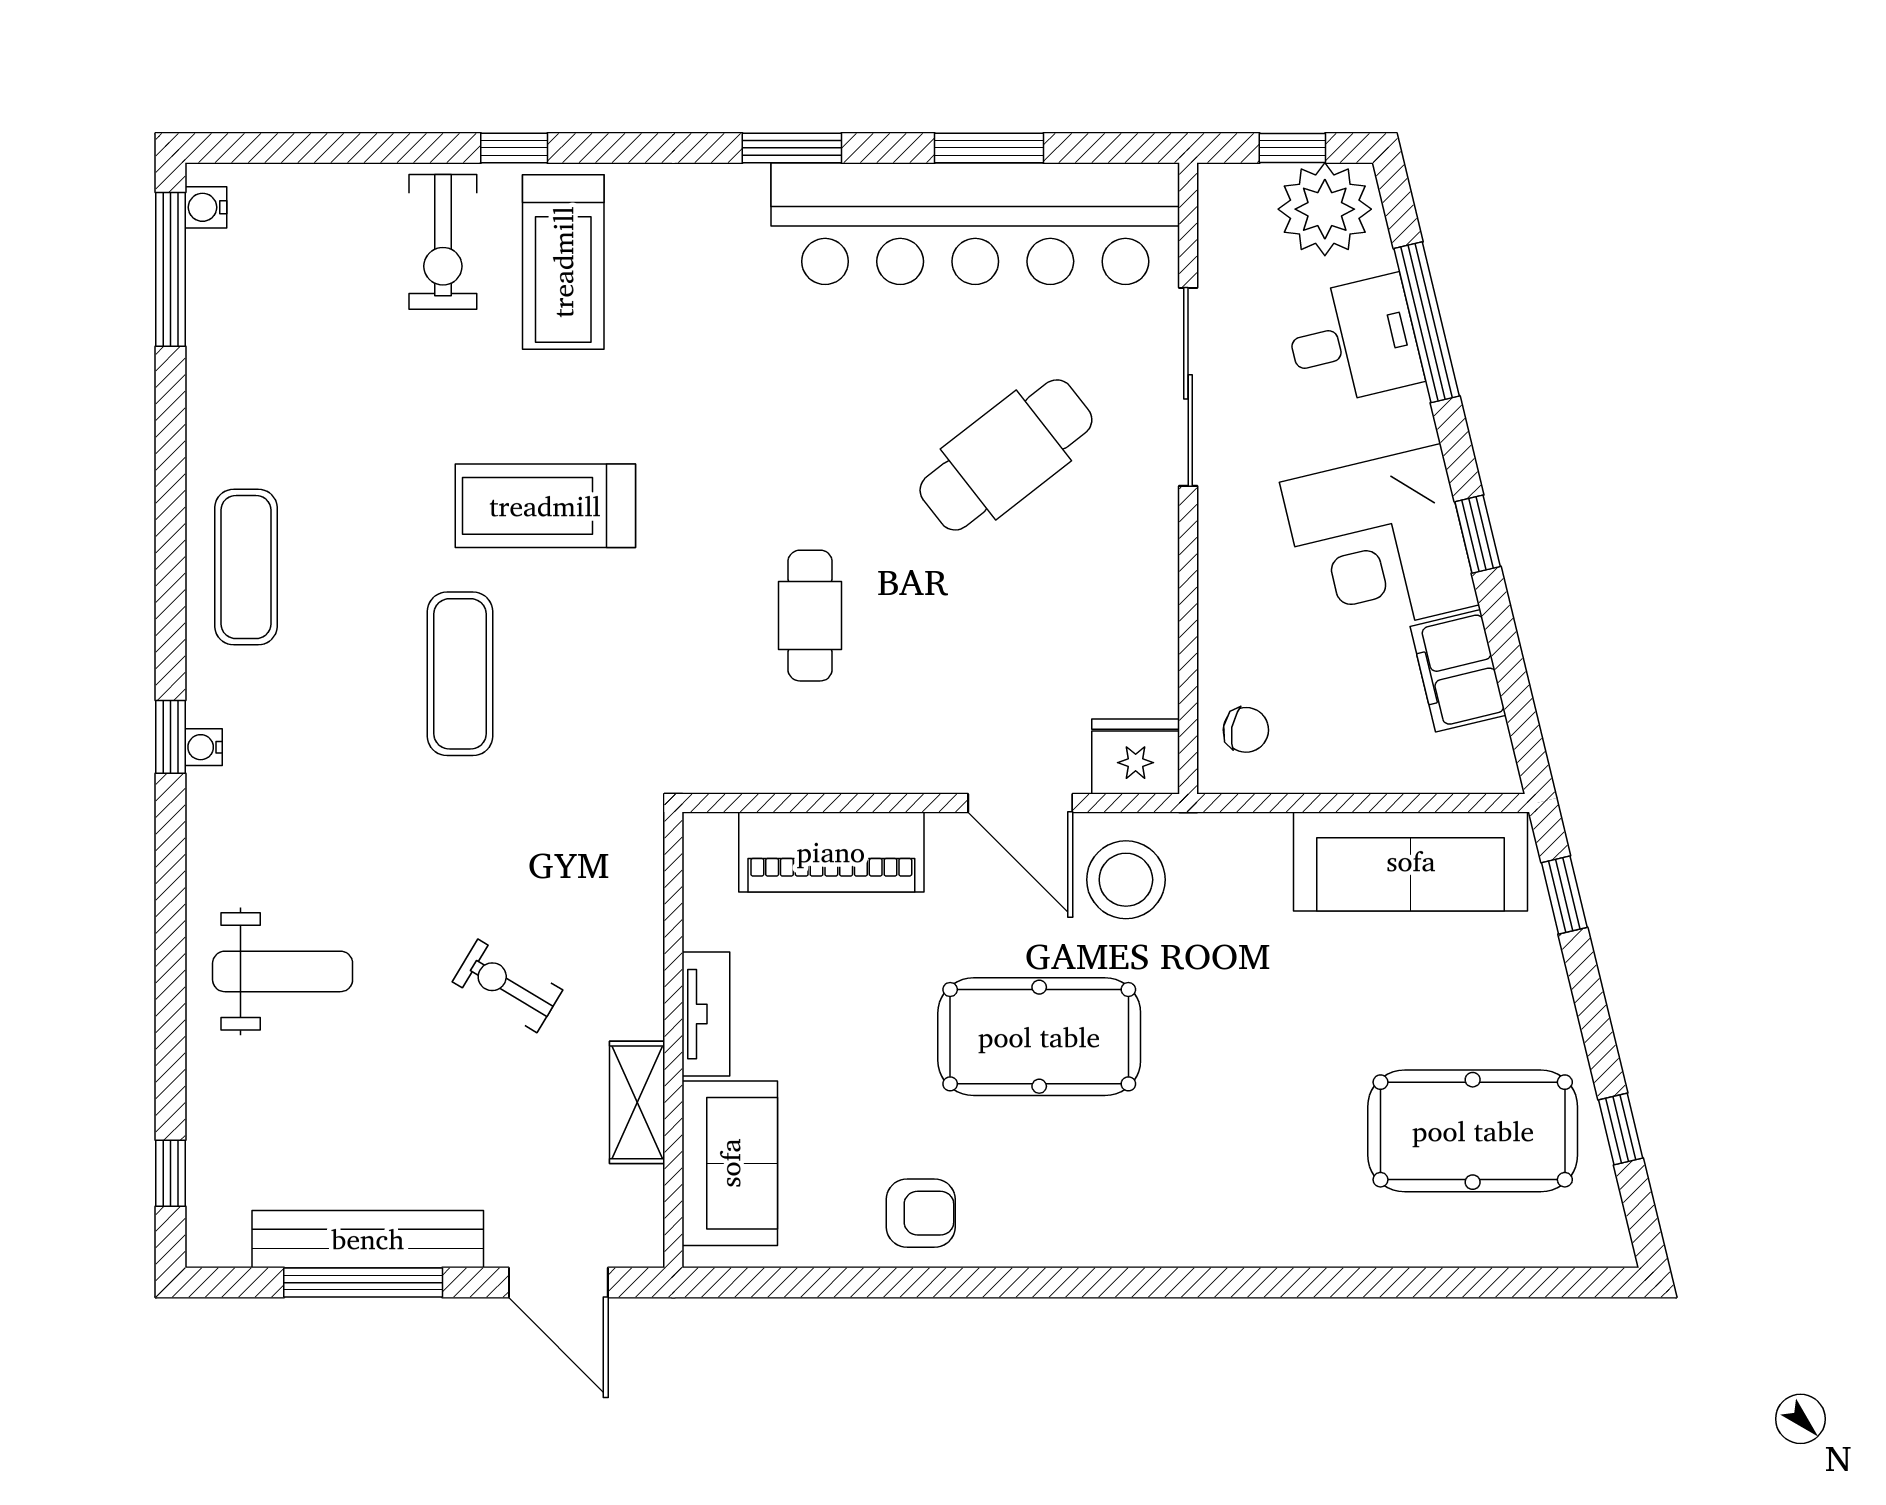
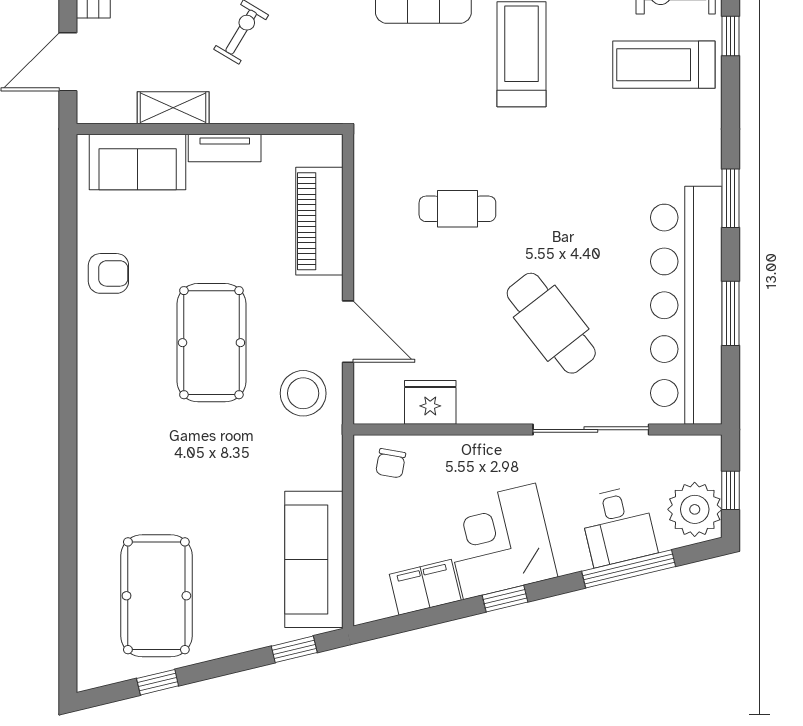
fridge: (1136, 757) -> (430, 402), moved, turned -90
door: (1020, 803) -> (348, 332), swing flipped
armchair: (921, 1213) -> (108, 273), turned -90

